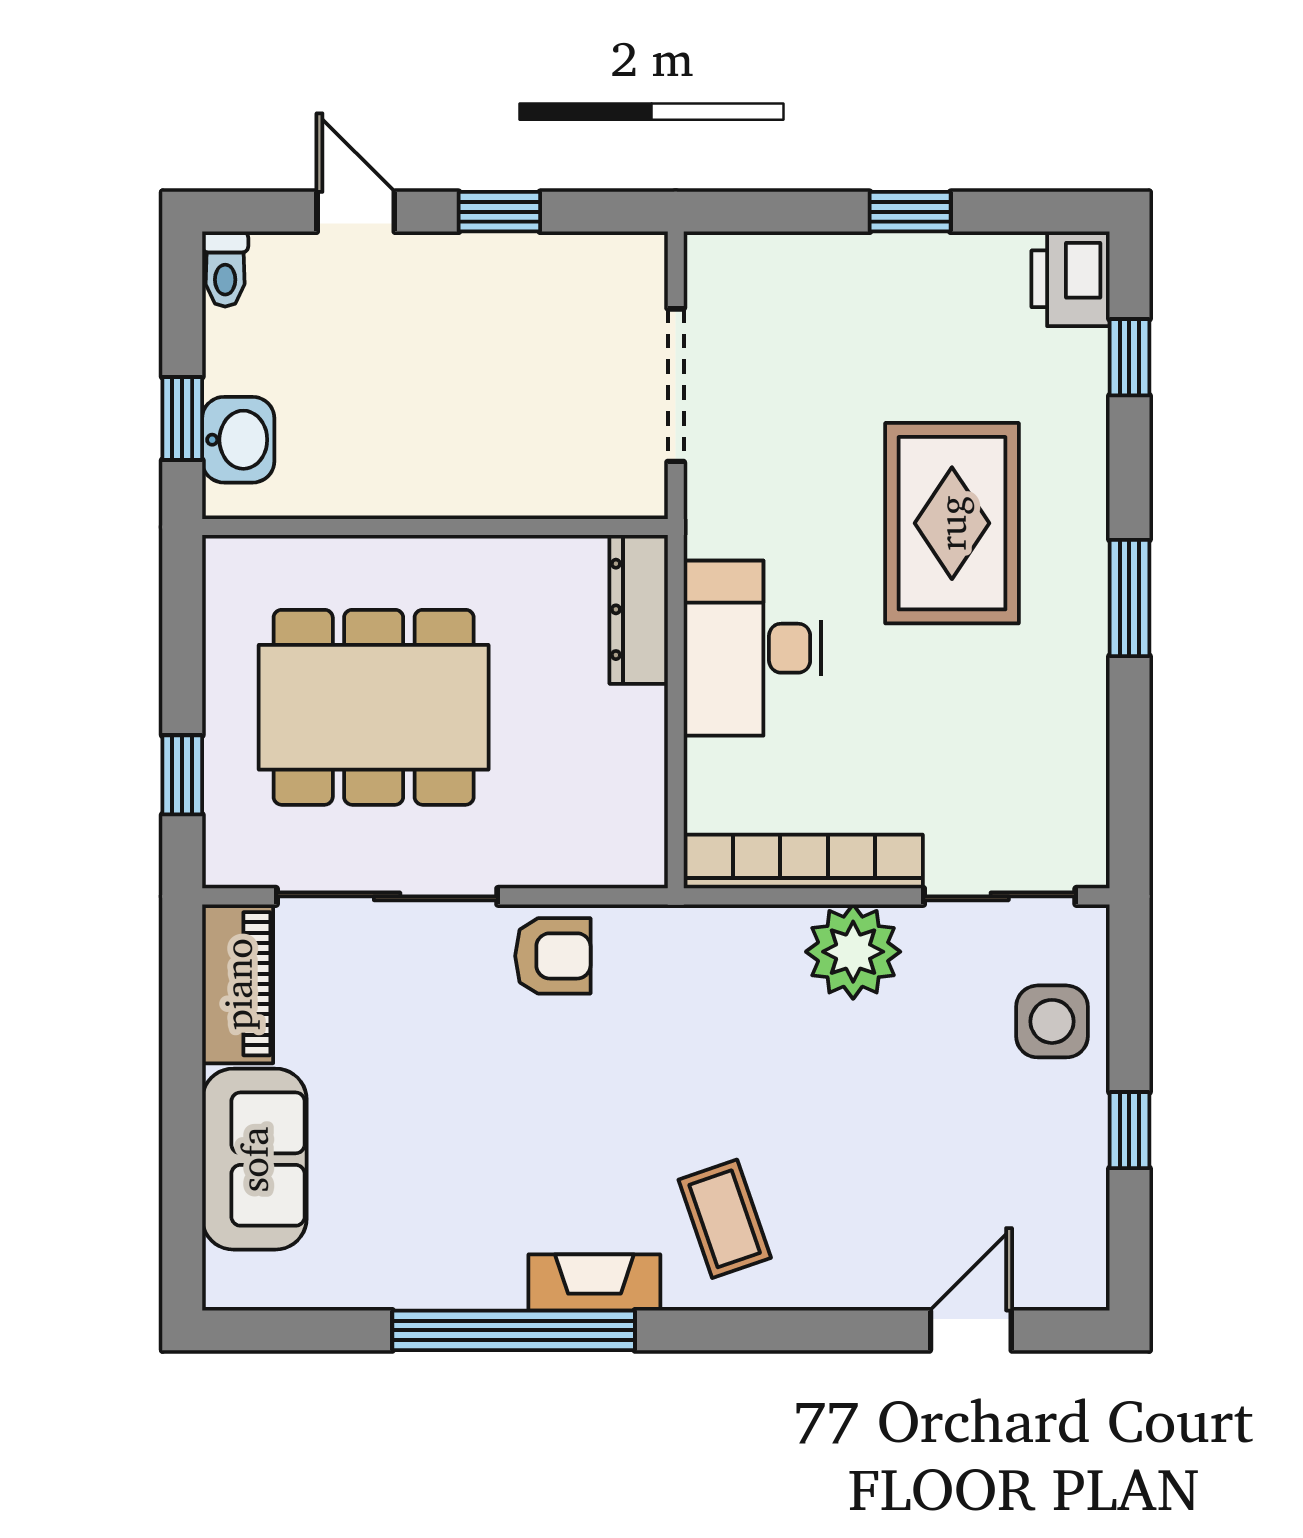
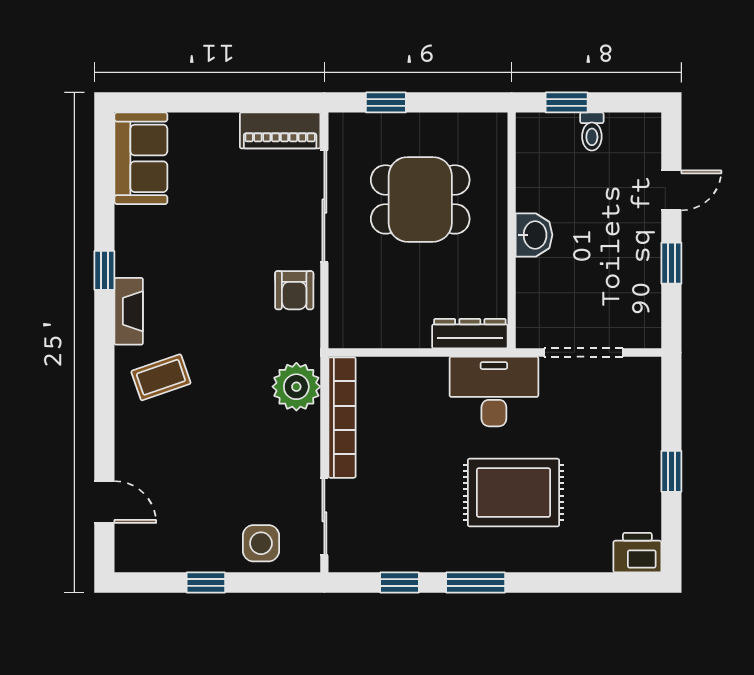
toilet: (225, 269) -> (592, 132), moved, turned -90
window: (1129, 357) -> (400, 583), moved
washbasin: (238, 440) -> (534, 235), moved, turned -90
desk: (752, 648) -> (494, 391), moved
dining table: (374, 707) -> (420, 199), width x0.73
plant: (853, 952) -> (296, 387), moved
sofa: (254, 1159) -> (141, 158), moved, turned -90
window: (514, 1330) -> (104, 270), width x0.32

